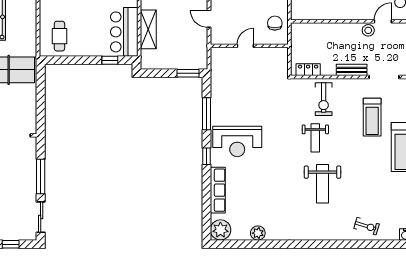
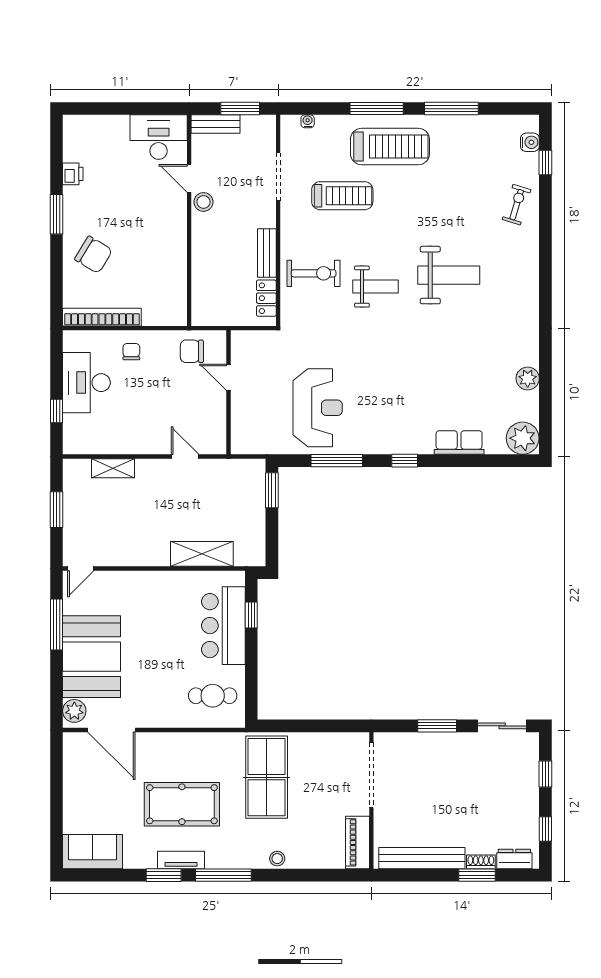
door: (209, 19) -> (185, 457), swing flipped
bar counter: (124, 32) -> (223, 626), moved, turned 90
door: (245, 46) -> (228, 377), moved
bench: (352, 70) -> (267, 253), moved
reception desk: (237, 141) -> (318, 408), moved
window: (41, 176) -> (437, 726), width x0.69
row of seats: (218, 190) -> (459, 443), width x0.68
window: (393, 244) -> (545, 162), added

